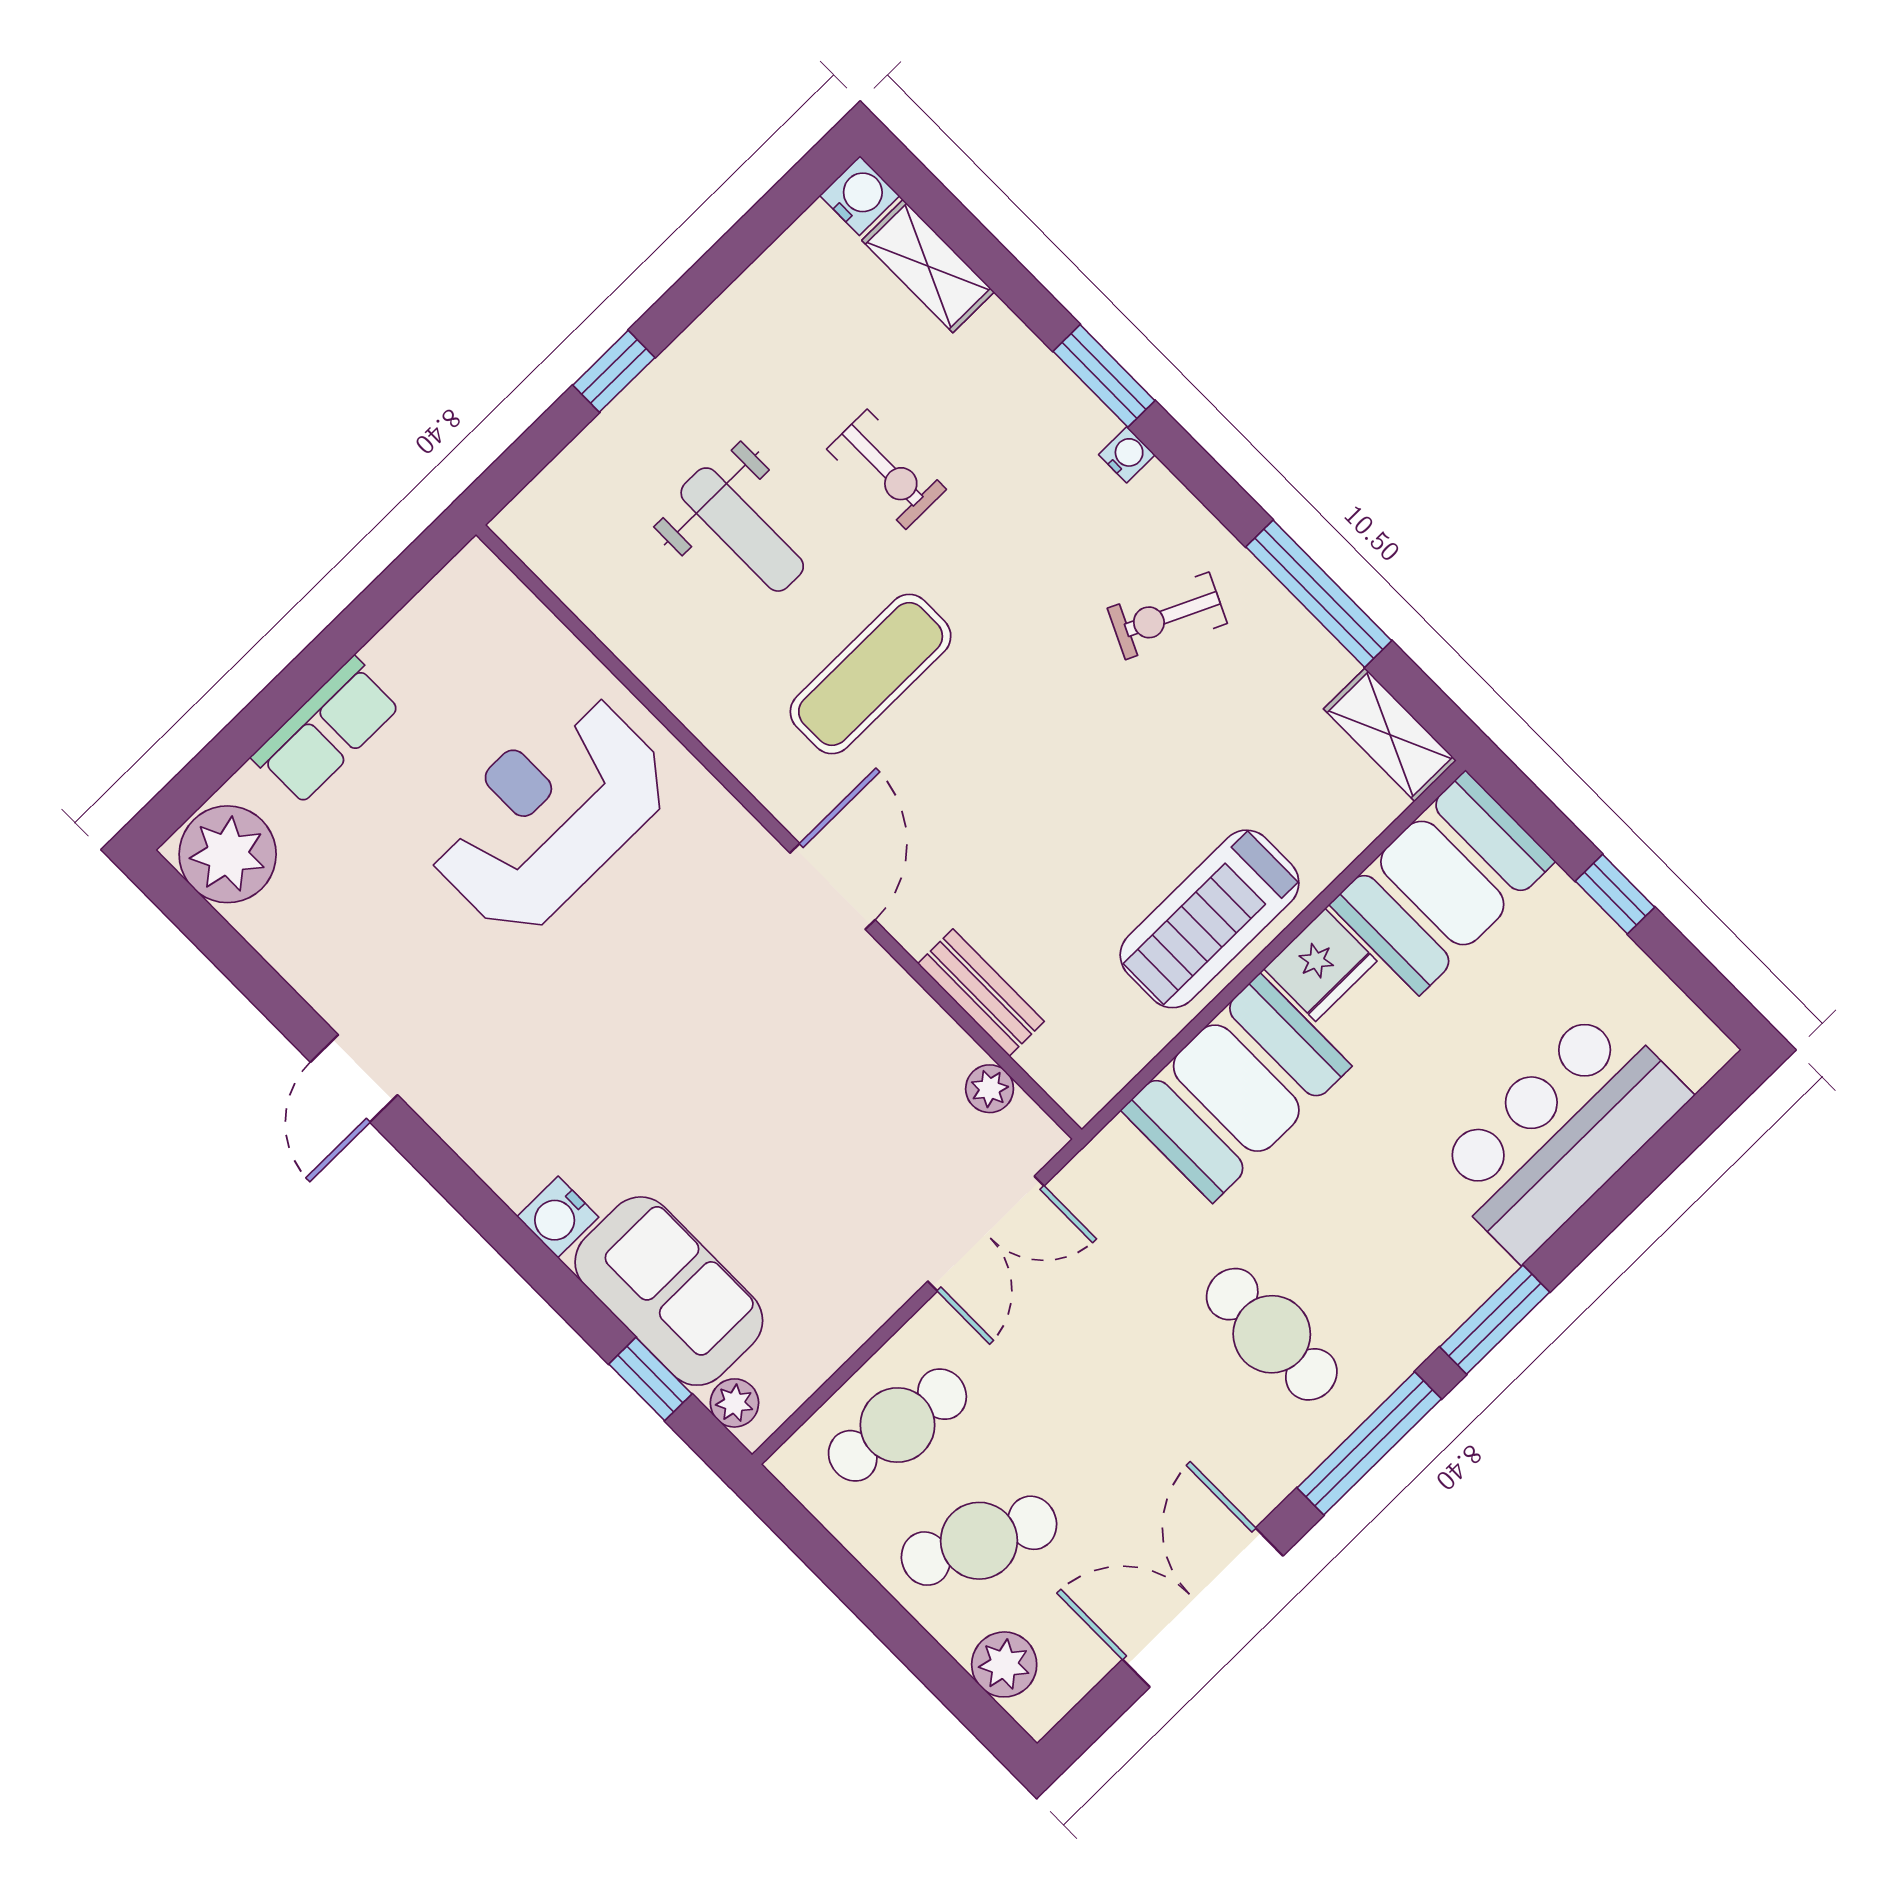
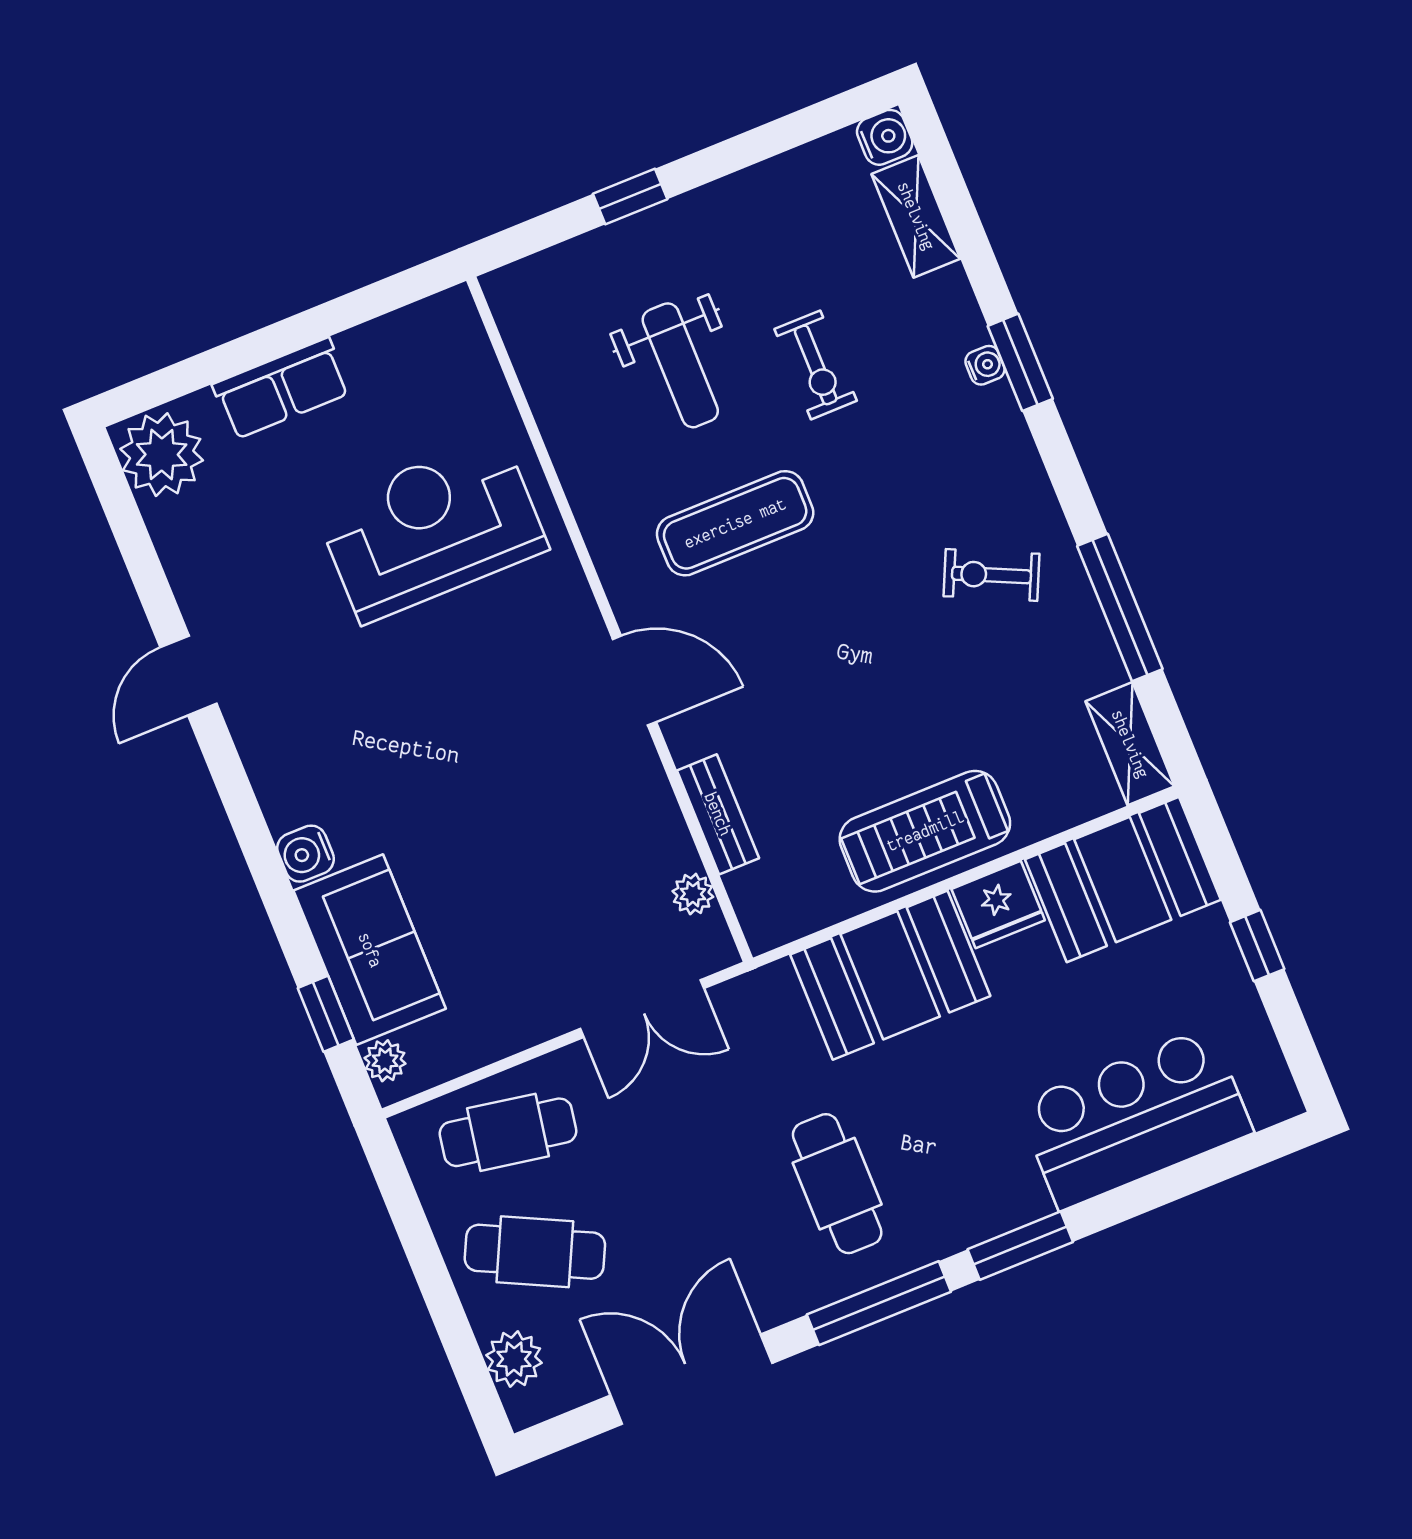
water cooler: (1127, 455) -> (985, 365), moved
door: (833, 886) -> (634, 680), hinge flipped

